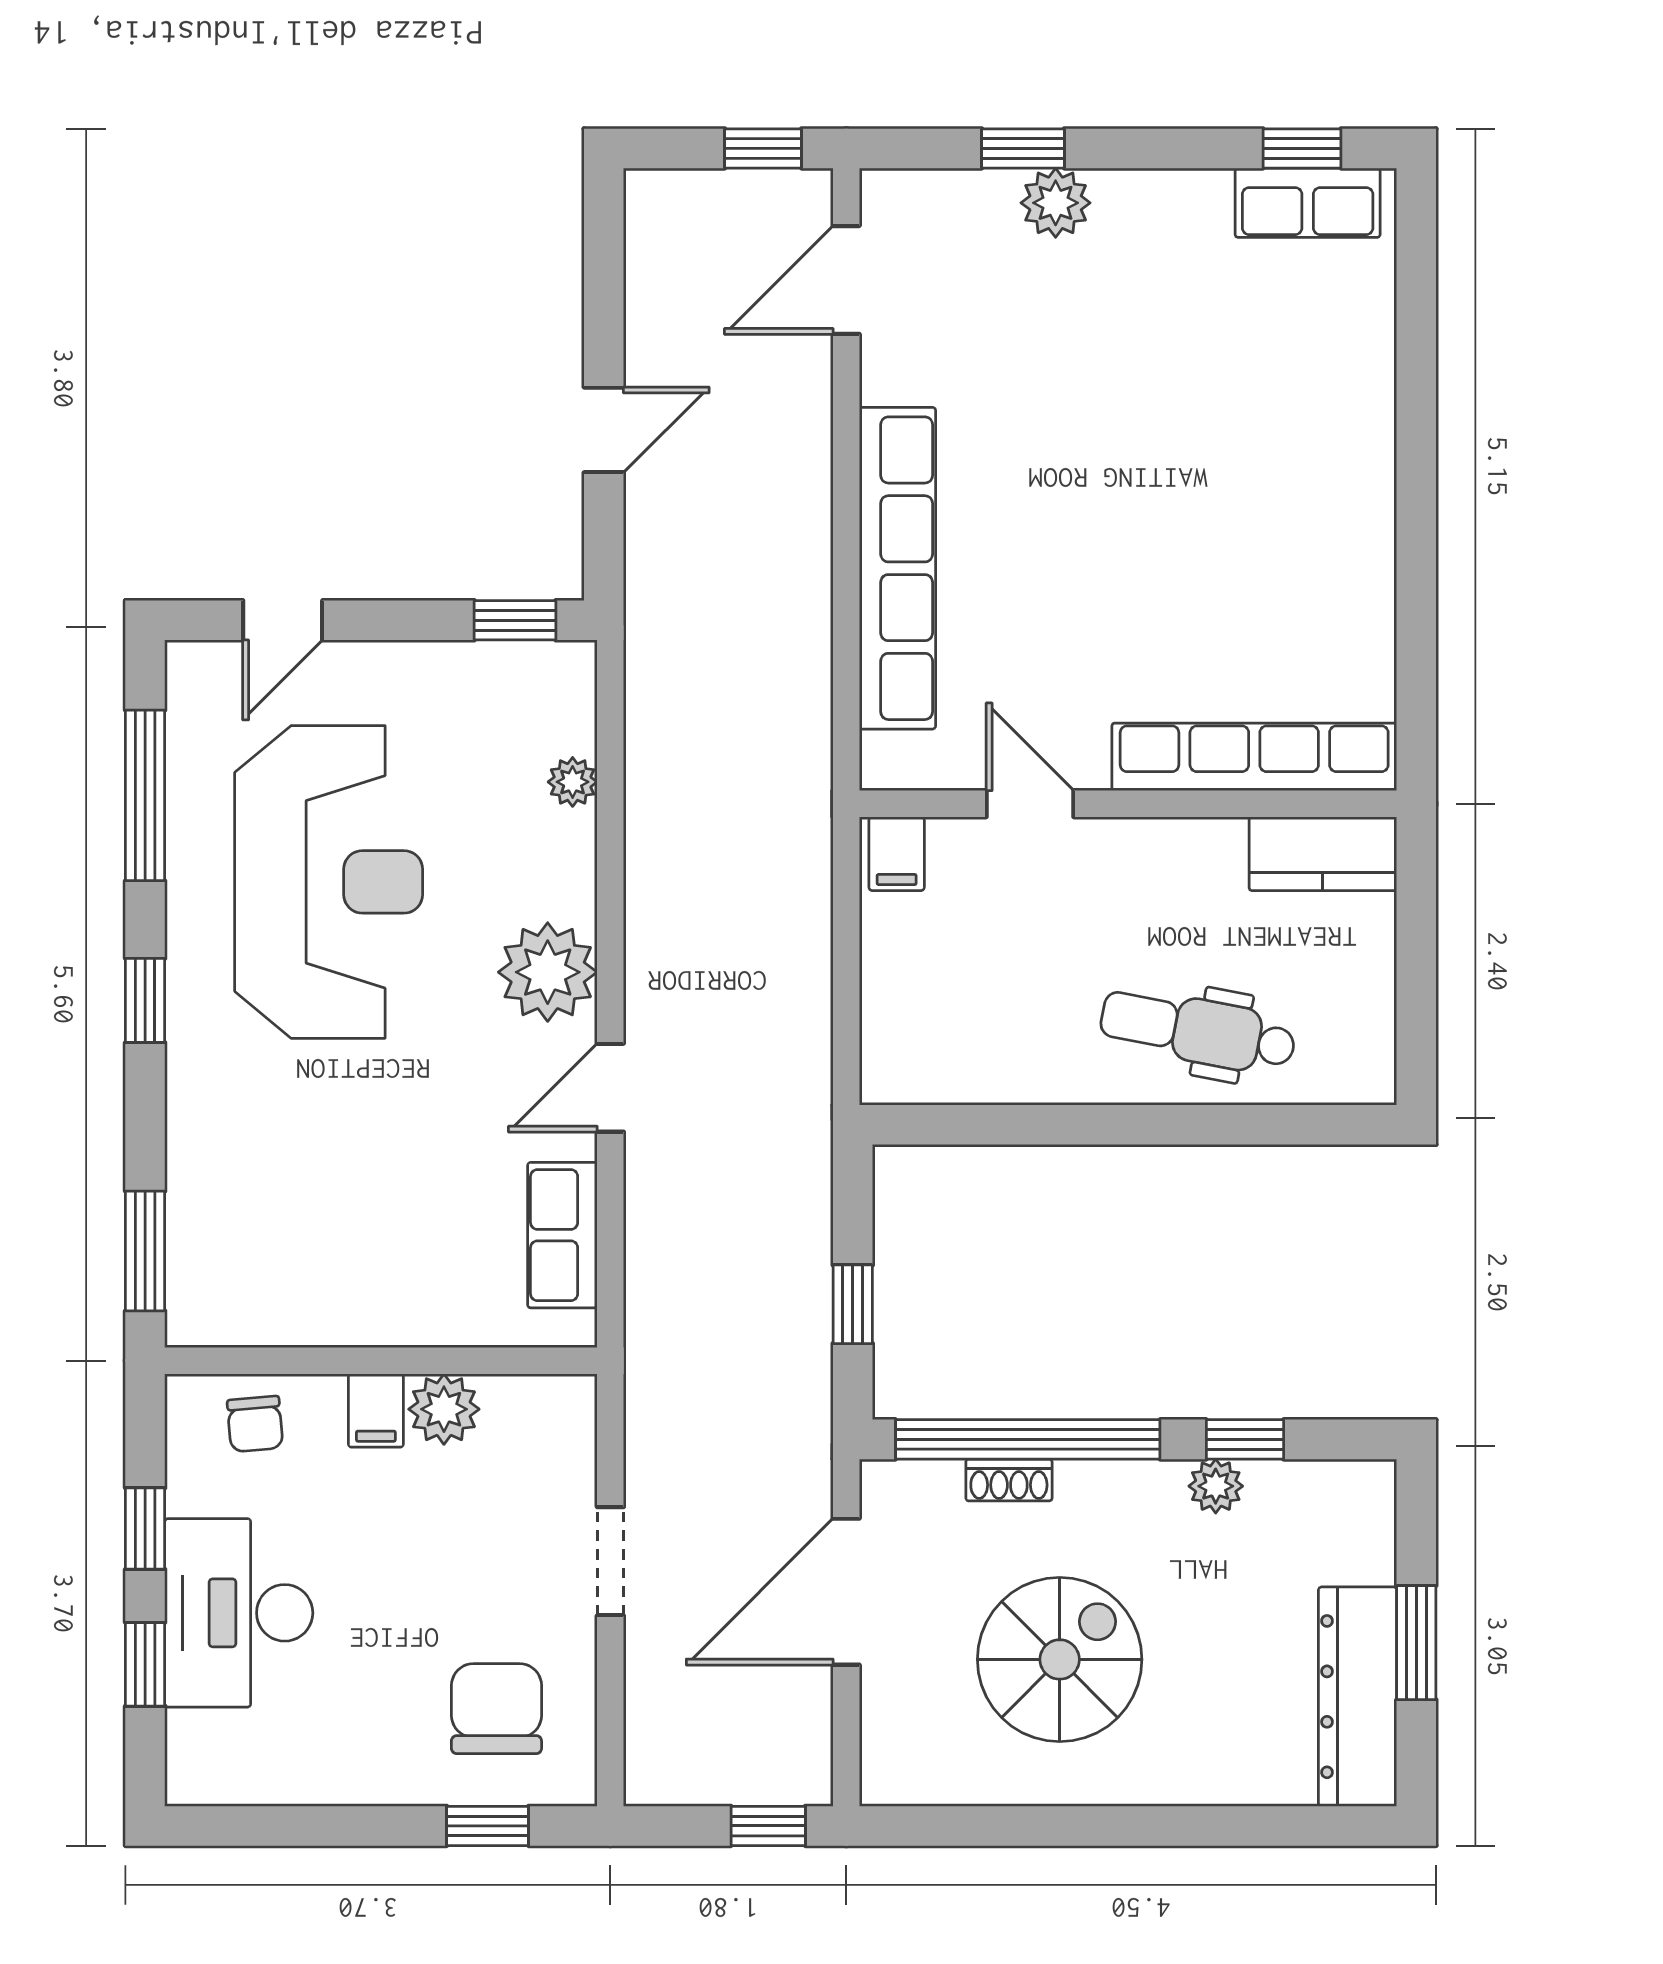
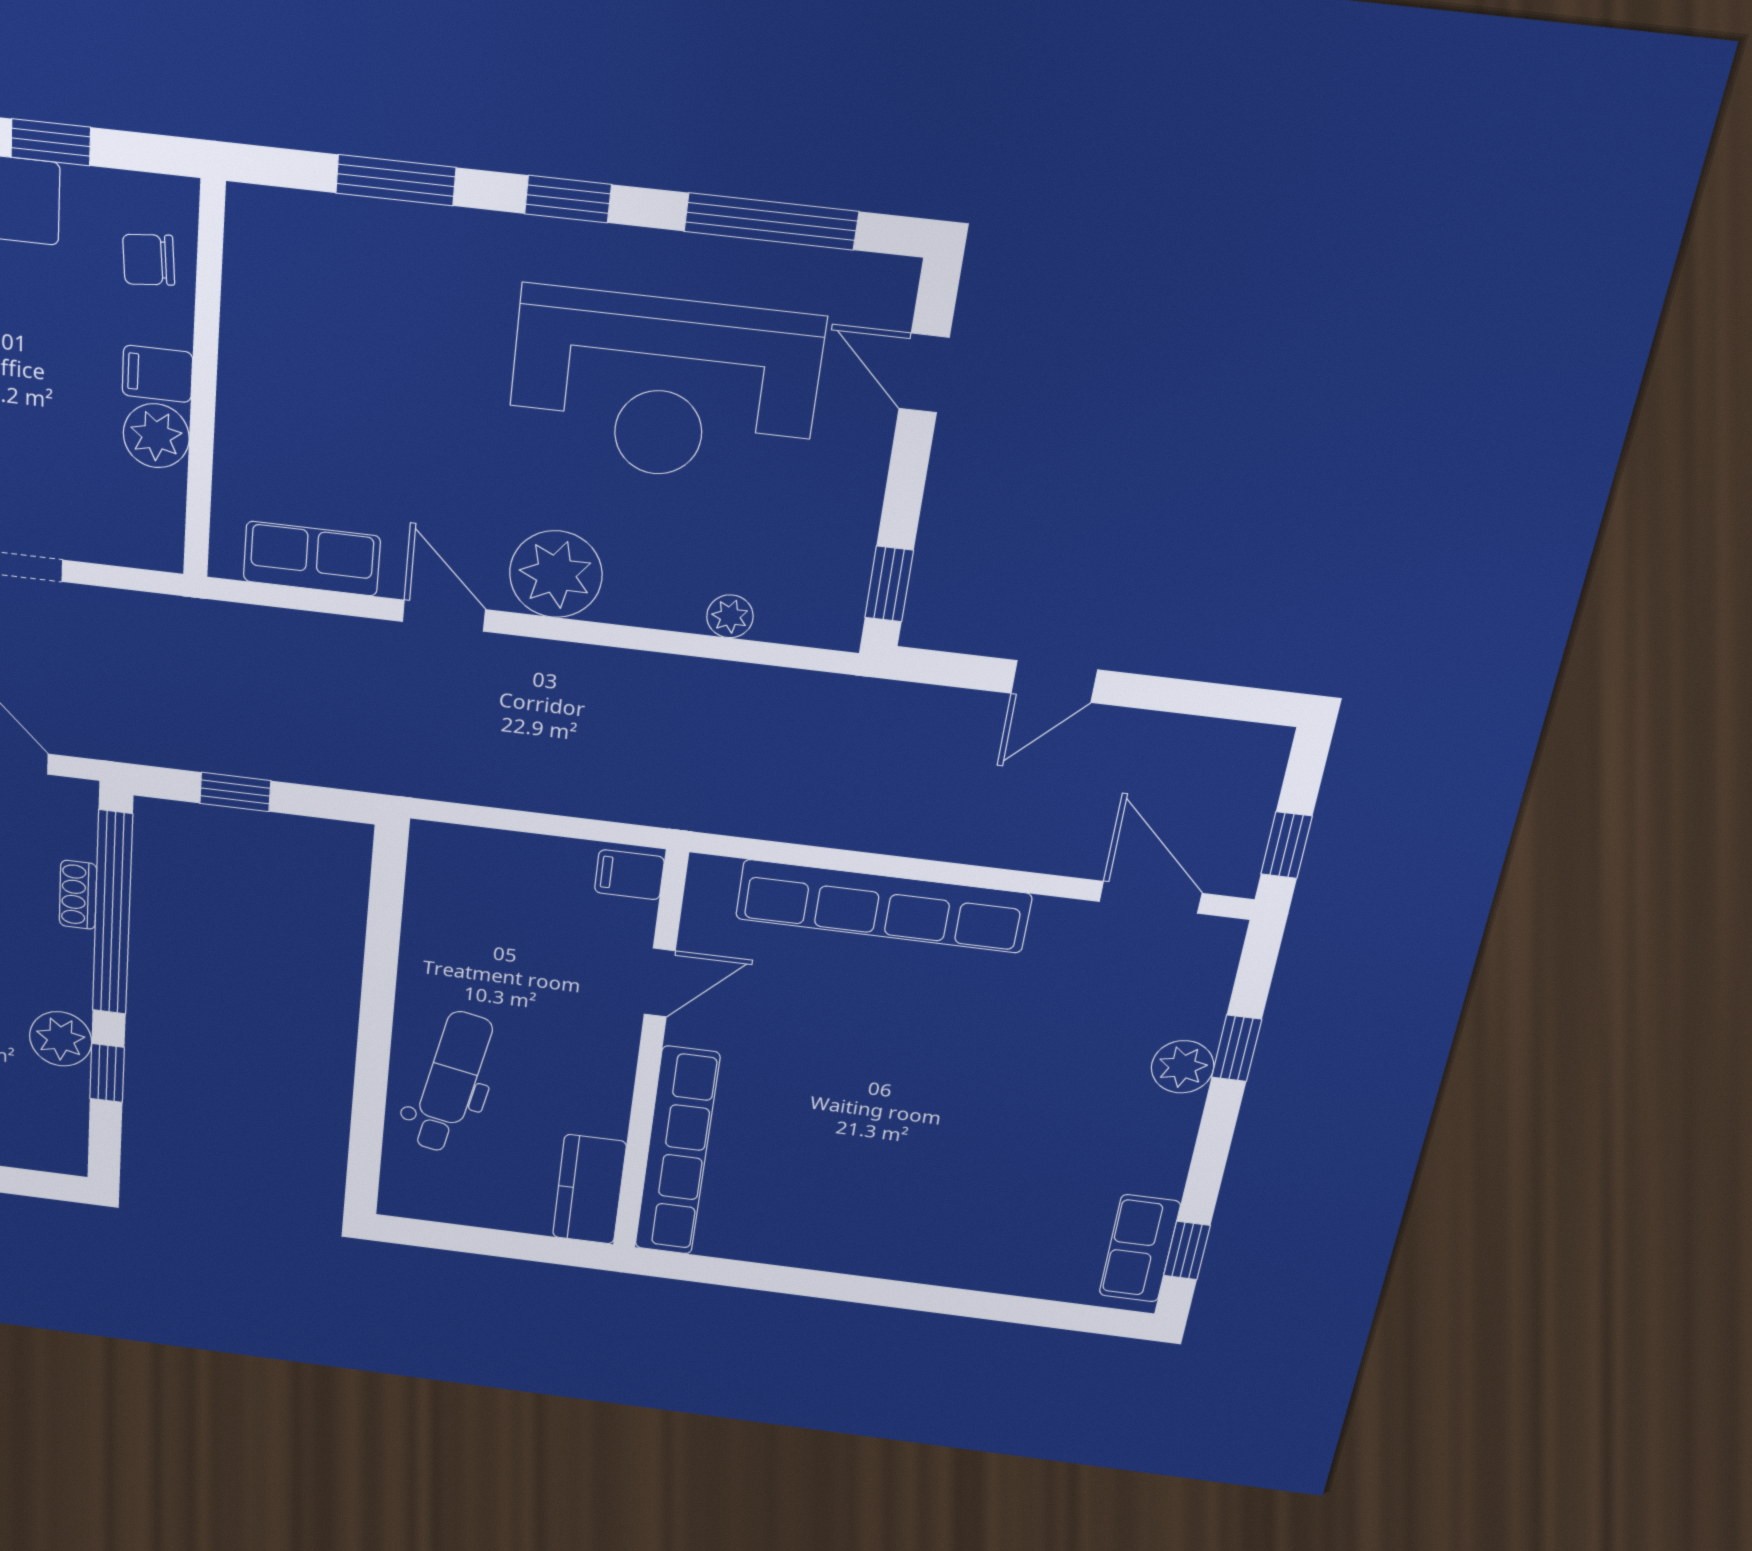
door: (604, 430) -> (1054, 682), hinge flipped
window: (145, 1251) -> (396, 180), moved
plant: (1216, 1486) -> (61, 1039), width x1.38, depth x1.38

